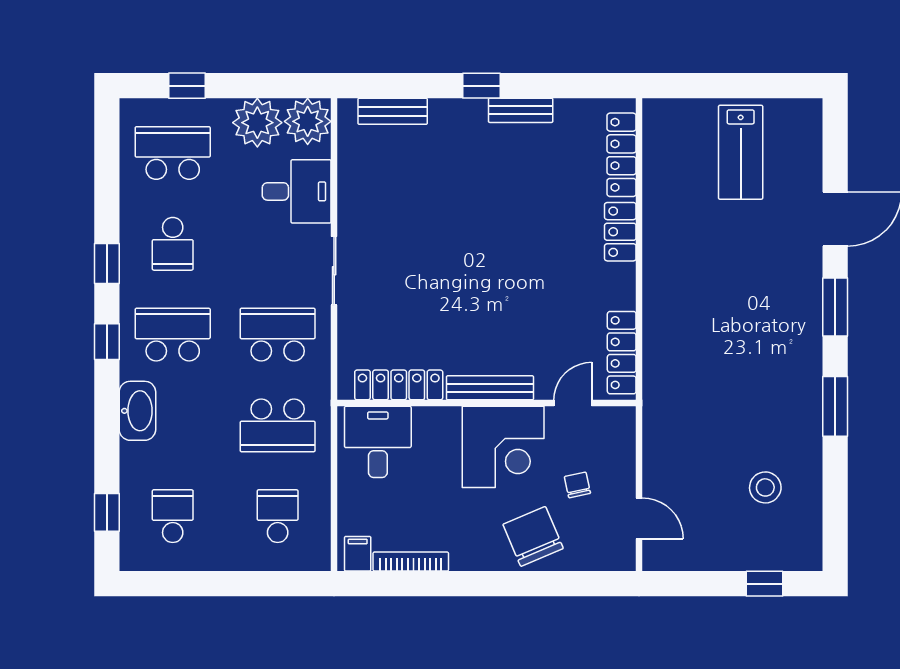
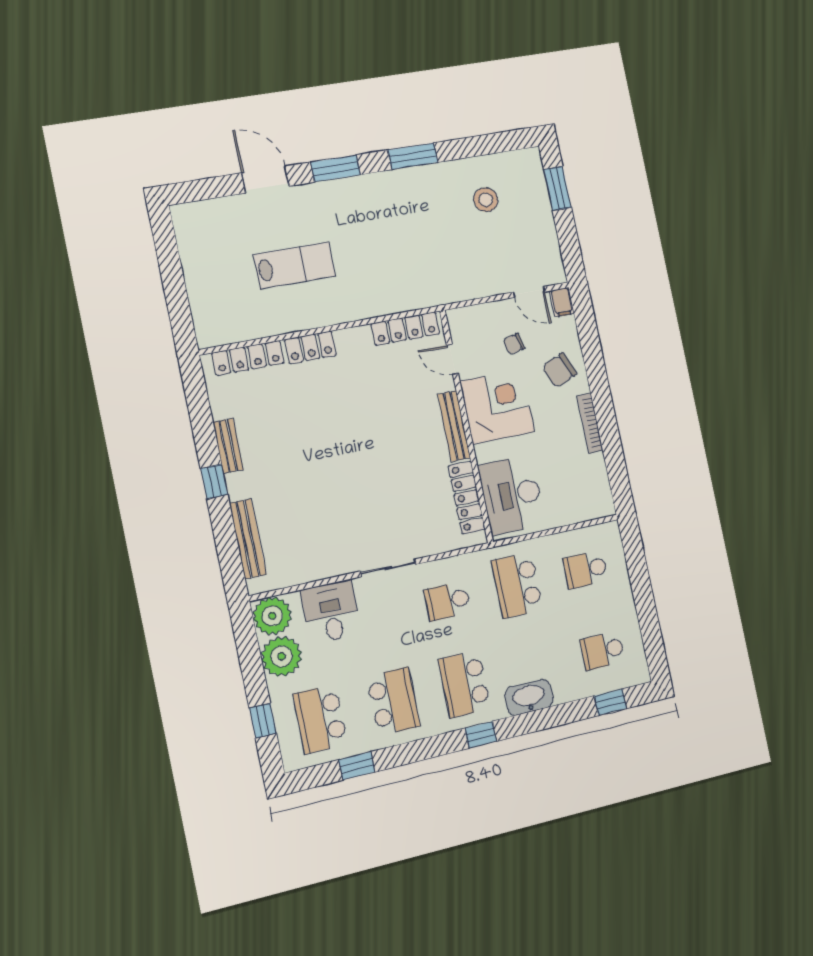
bench: (393, 111) -> (248, 539), width x1.36
lab bench: (741, 152) -> (295, 265), moved
school desk: (173, 244) -> (393, 701), width x1.85
window: (107, 263) -> (357, 766), moved
school desk: (278, 335) -> (447, 601), width x0.54
school desk: (278, 425) -> (517, 585), turned 180
desk: (378, 442) -> (512, 495), width x1.37
door: (639, 518) -> (529, 292), swing flipped
chair: (533, 536) -> (560, 370), width x0.73, depth x0.73
filing cabinet: (358, 554) -> (562, 302), moved, turned -90
bookcase: (411, 562) -> (590, 423), moved
window: (764, 584) -> (558, 188), width x1.50

